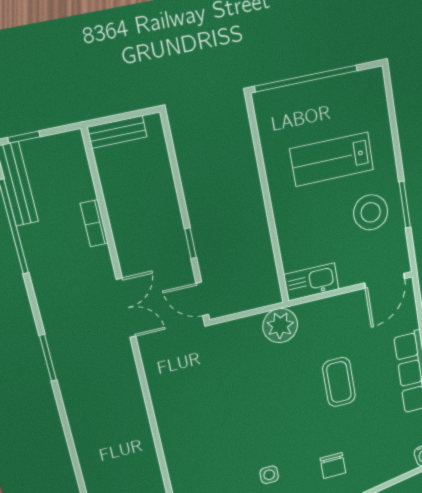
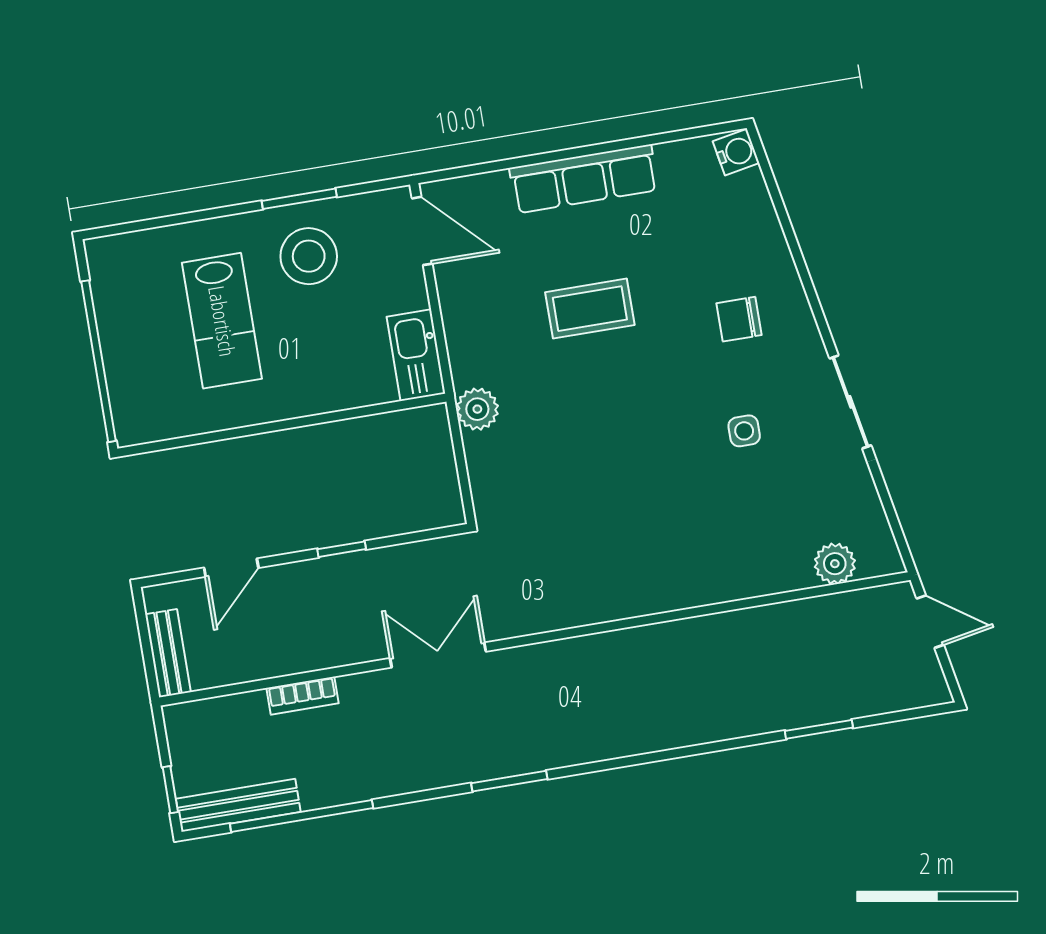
door: (202, 299) -> (231, 568), moved
plant: (280, 326) -> (477, 409), width x0.73, depth x0.73
chair: (333, 466) -> (739, 319), turned 180

